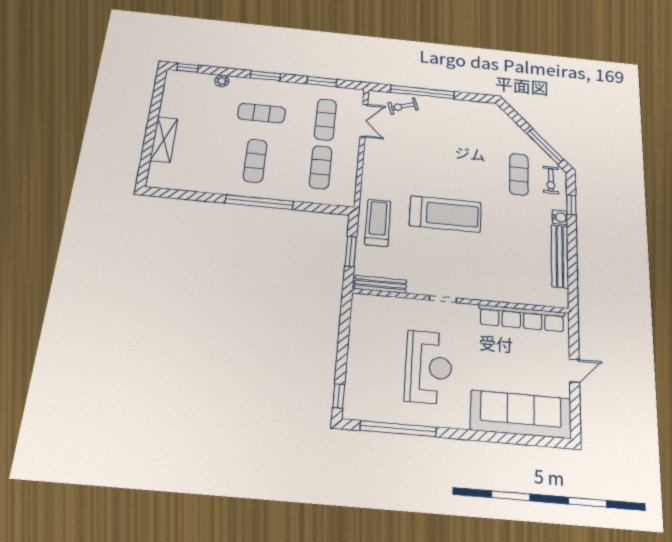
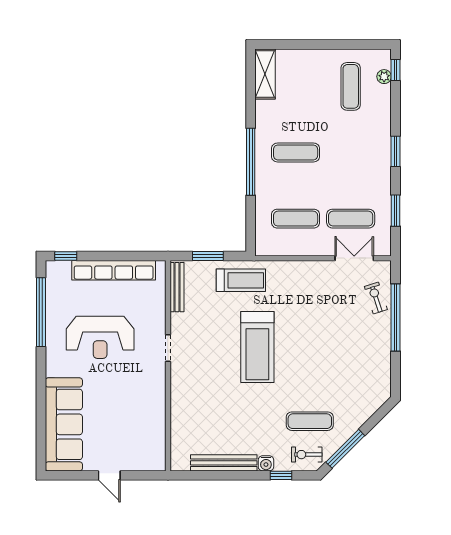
plant: (222, 81) -> (384, 77), moved
exercise mat: (262, 113) -> (351, 86), moved
double door: (364, 120) -> (354, 258), swing flipped
shelving: (164, 140) -> (265, 74), moved, turned 90
row of seats: (522, 318) -> (114, 270), moved, turned -90

